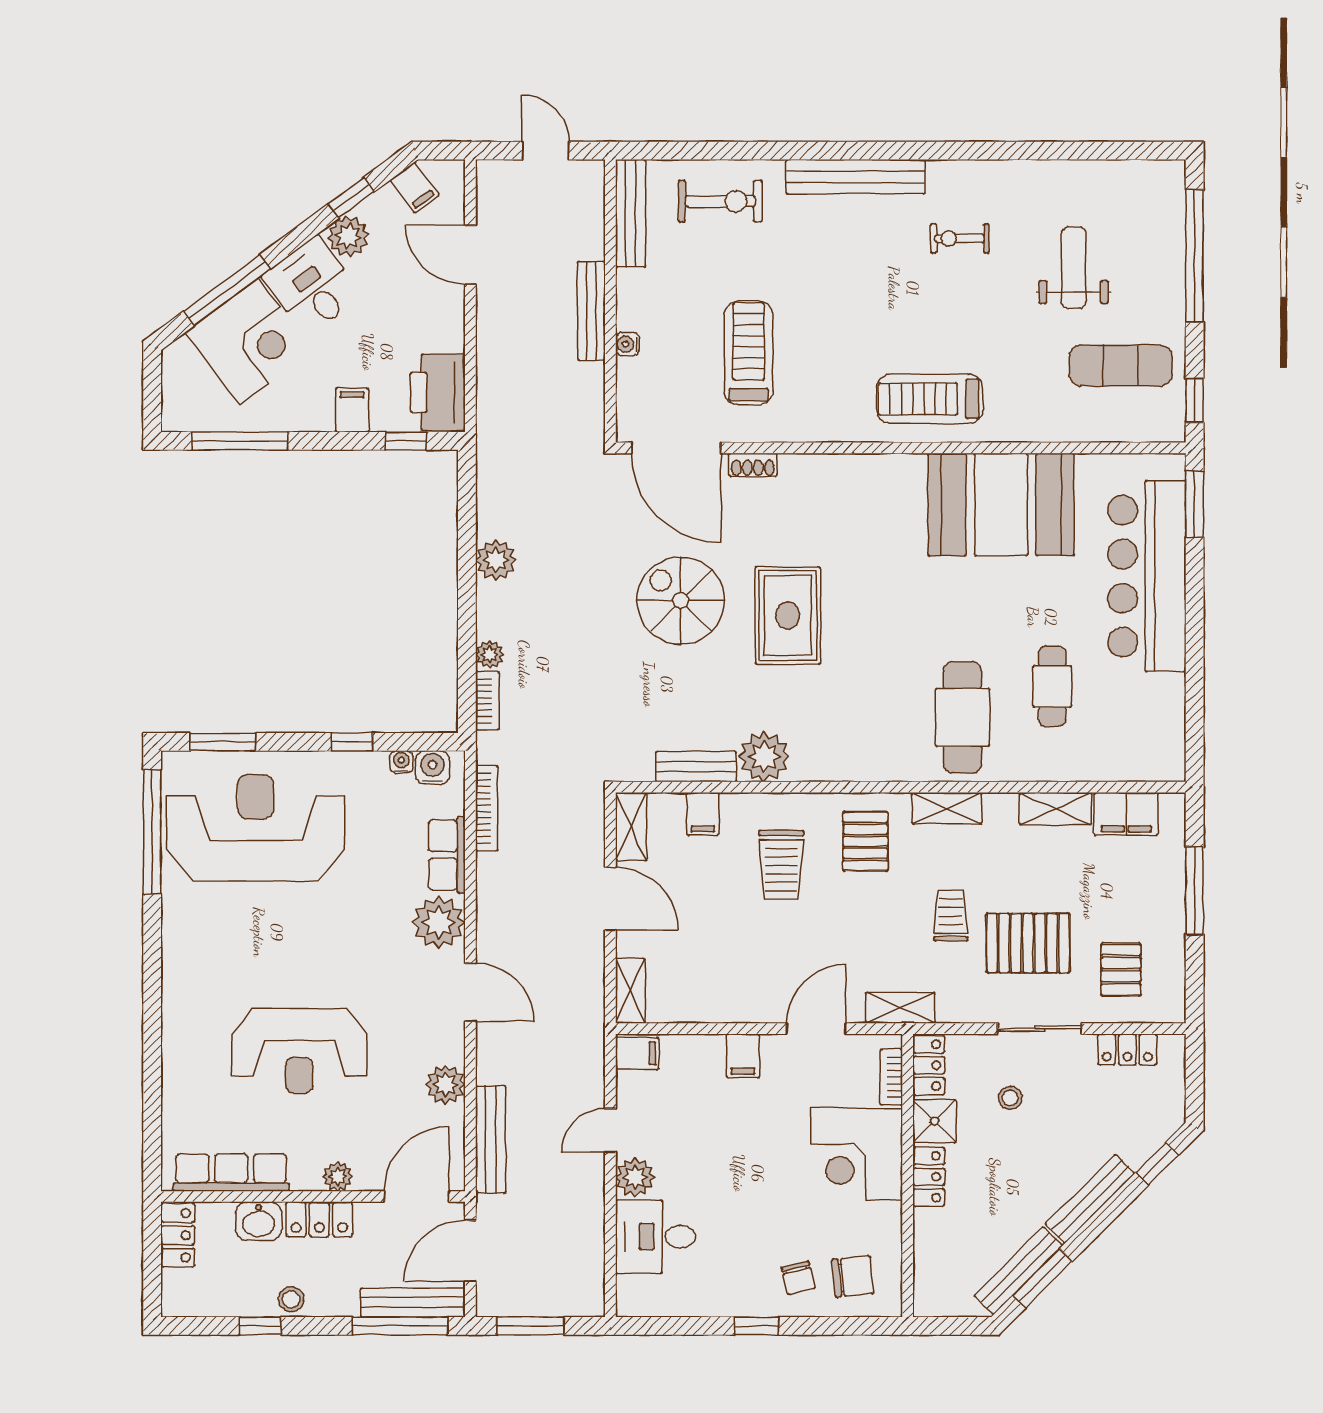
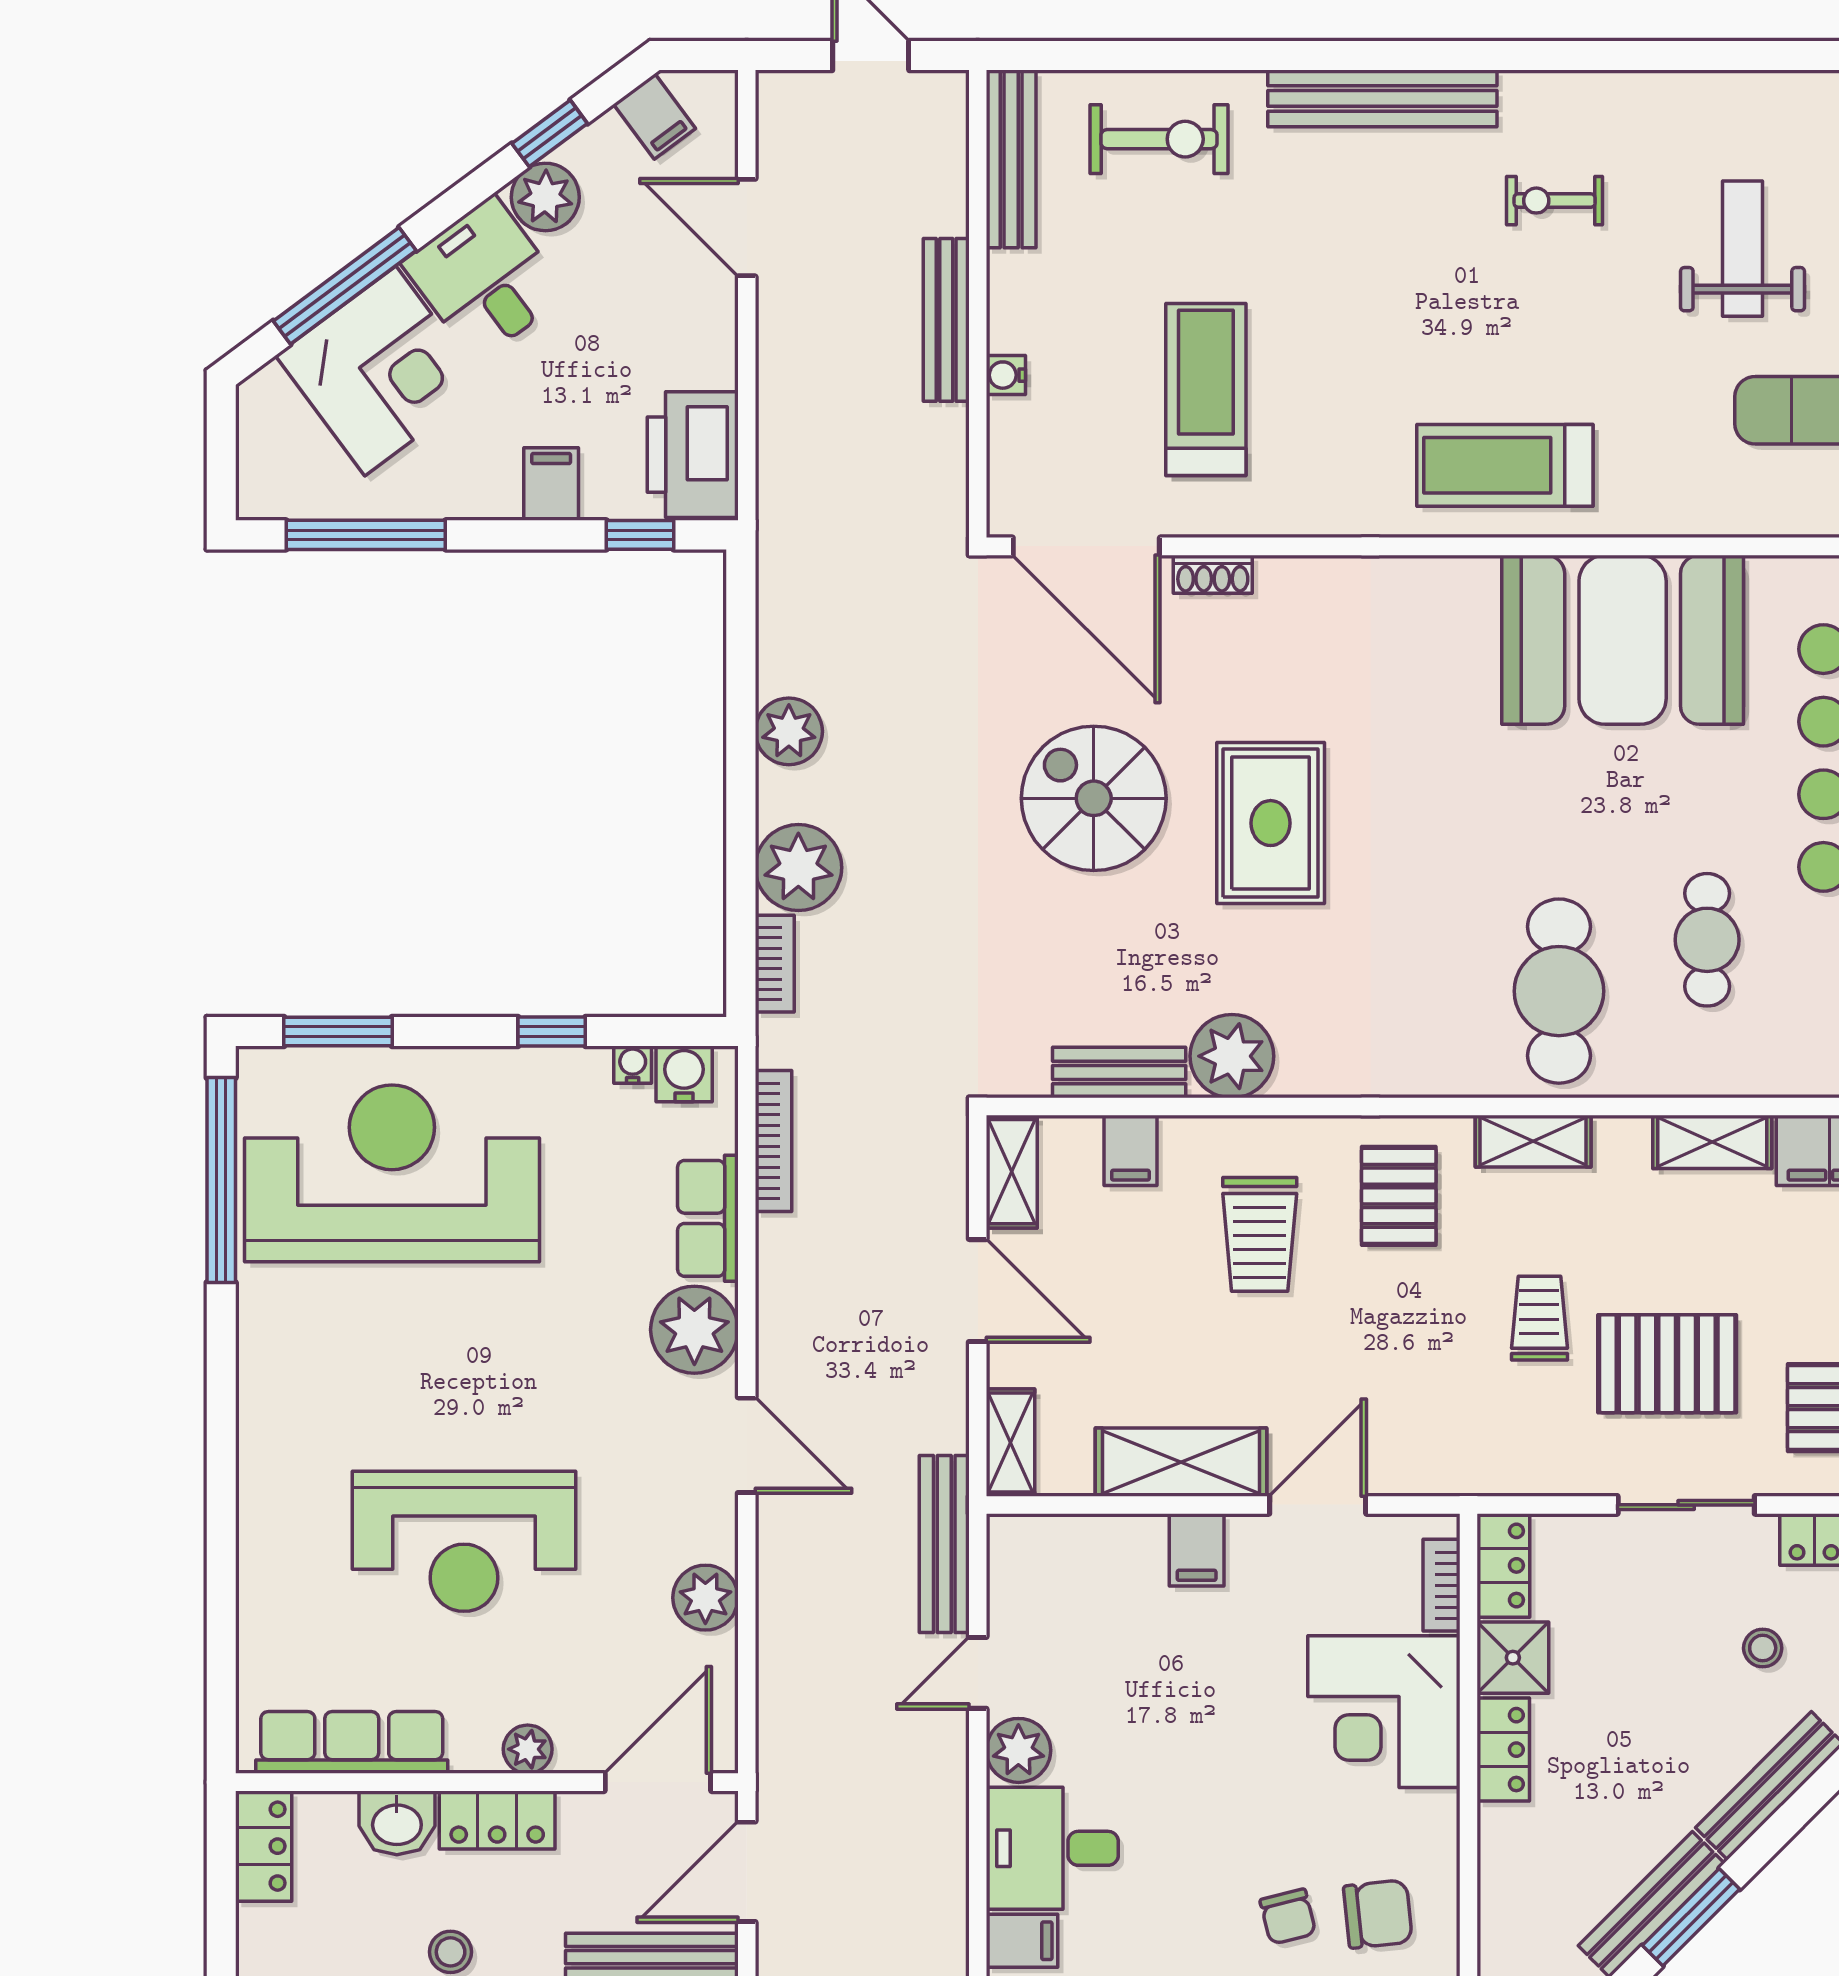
plant: (490, 655) -> (798, 868), width x1.87, depth x1.87
shelving: (900, 1008) -> (1181, 1462), moved, width x1.50, depth x1.33
filing cabinet: (637, 1053) -> (1022, 1941), moved
stool: (1010, 1098) -> (1763, 1648), moved
bench: (491, 1140) -> (944, 1544), moved

